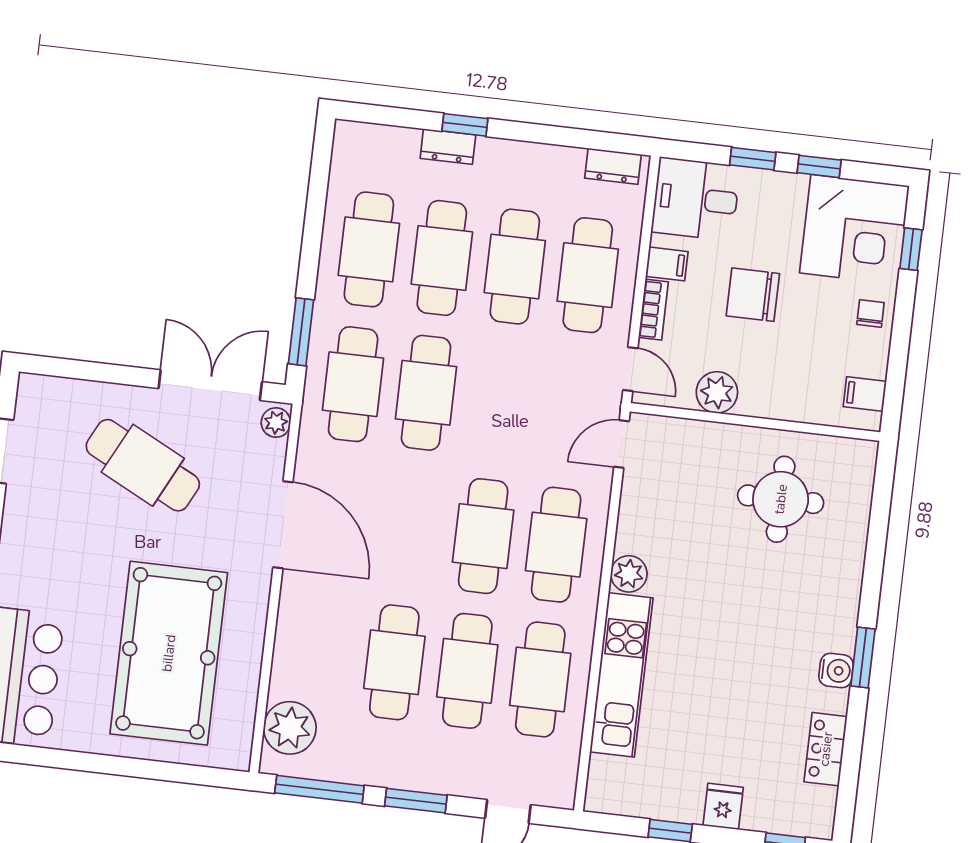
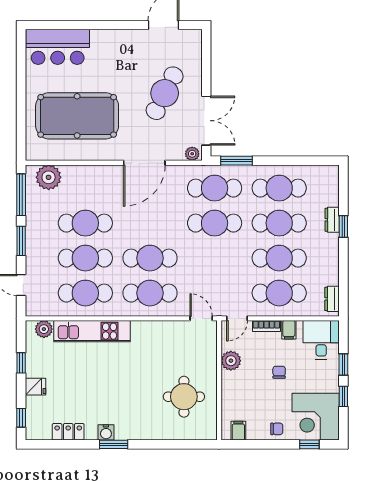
chair: (753, 295) -> (279, 372), width x0.54, depth x0.54
plant: (629, 574) -> (44, 329), moved

